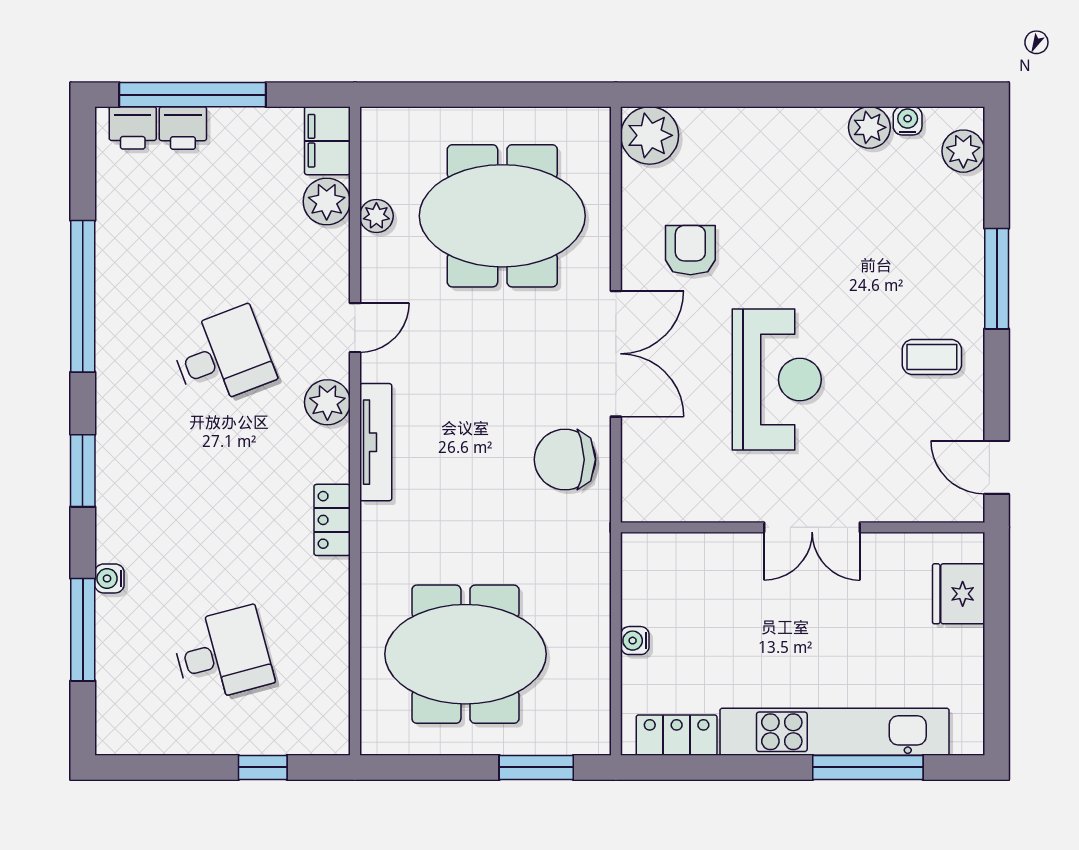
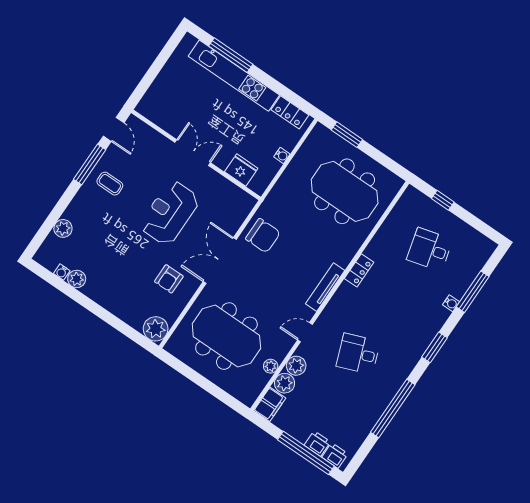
plant: (963, 151) -> (63, 228), moved
window: (997, 279) -> (90, 165), moved
plant: (327, 402) -> (296, 366), moved
fridge: (959, 594) -> (241, 170), moved, turned -90

